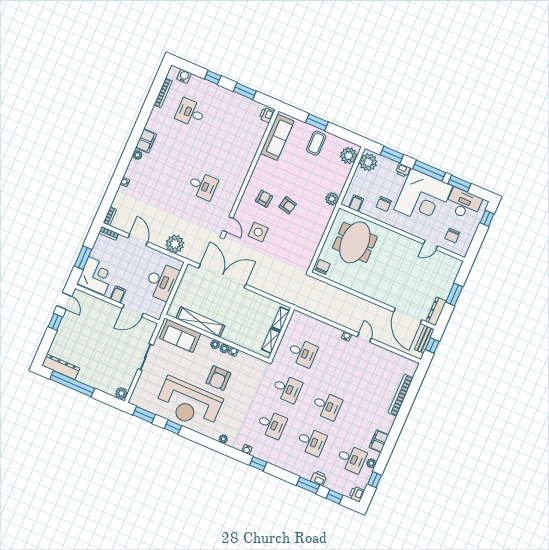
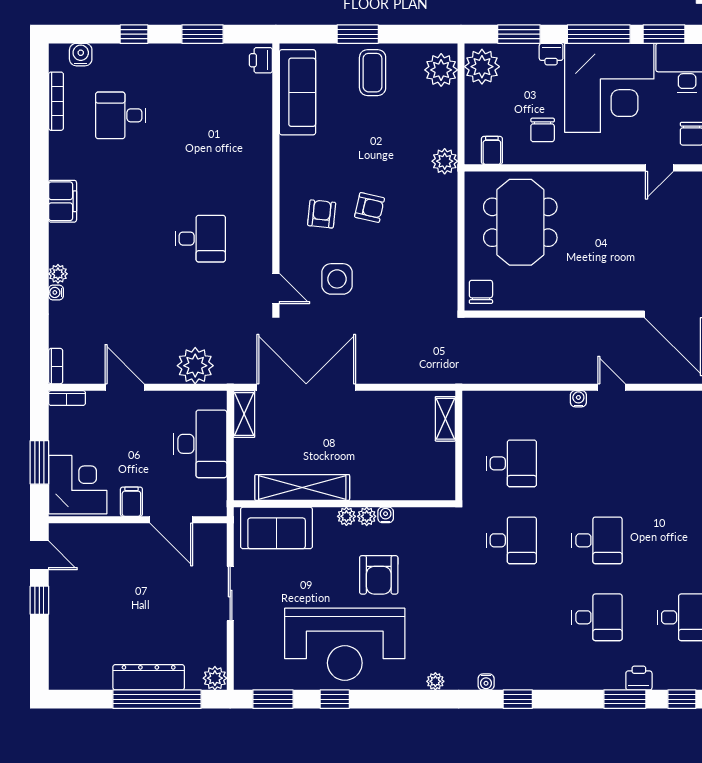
plant: (137, 155) -> (58, 274), moved
door: (133, 311) -> (171, 520), hinge flipped
shelving: (271, 341) -> (244, 414), moved
dresser: (61, 367) -> (149, 677), moved
window: (72, 384) -> (157, 699), moved
desk: (272, 424) -> (511, 617), removed

